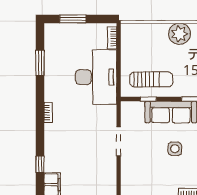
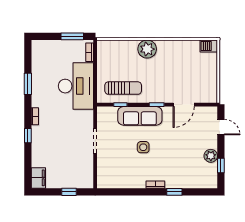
window: (73, 19) -> (72, 36), moved
window: (40, 63) -> (28, 84), moved
window: (40, 164) -> (28, 136), moved

